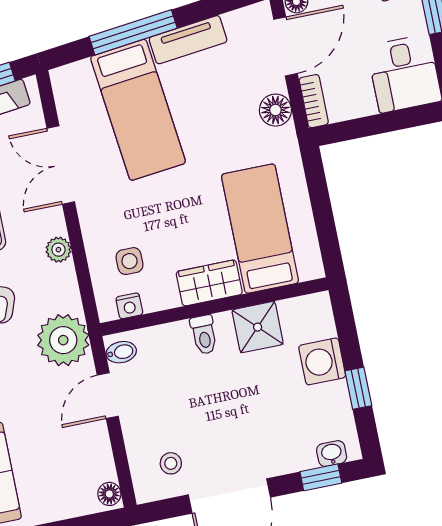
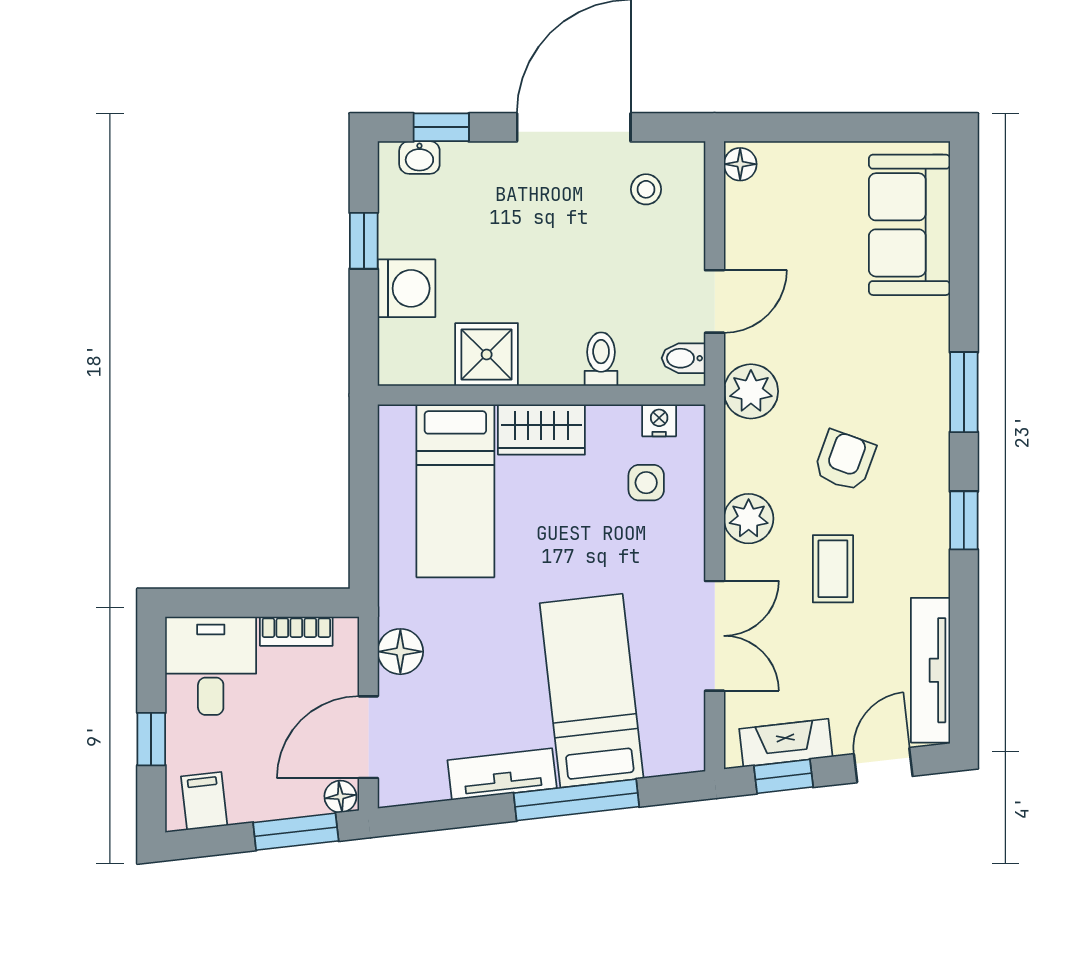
bookcase: (314, 101) -> (296, 631), moved, turned -90
plant: (58, 250) -> (749, 519), width x1.38, depth x1.38
toilet: (204, 335) -> (601, 359), moved
plant: (63, 340) -> (751, 391), width x0.73, depth x0.73

